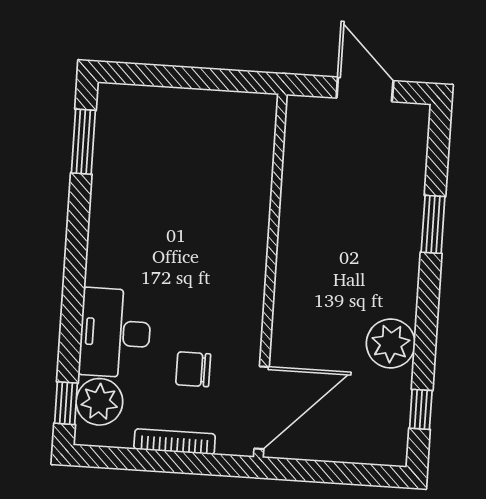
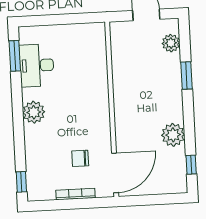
plant: (409, 154) -> (171, 43), added
desk: (115, 333) -> (37, 65), moved
plant: (99, 402) -> (34, 112), moved

